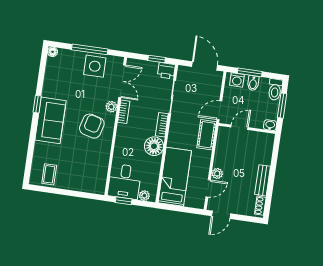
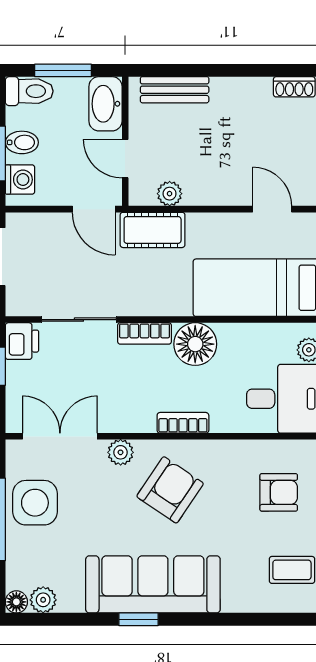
plant: (52, 64) -> (43, 600), added
bookcase: (124, 112) -> (183, 423), moved
sofa: (50, 120) -> (153, 584), width x1.36
washbasin: (270, 125) -> (105, 104), width x1.91, depth x1.45
armchair: (92, 126) -> (170, 490), turned 109
armchair: (84, 173) -> (279, 492), added
plant: (217, 173) -> (170, 194), moved
bench: (263, 180) -> (175, 90), moved

